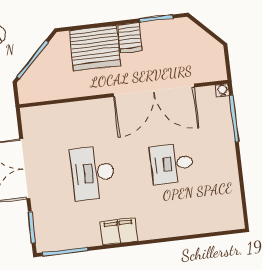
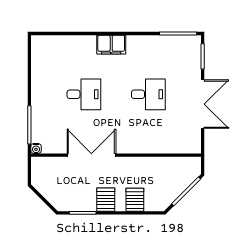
server rack: (95, 48) -> (135, 200), width x0.46, depth x0.70
double door: (154, 90) -> (91, 155), width x0.73
desk: (93, 173) -> (148, 94), width x0.73
filing cabinet: (119, 232) -> (111, 45), moved

